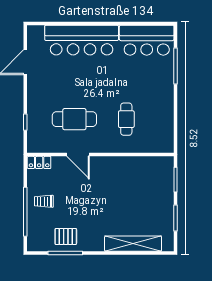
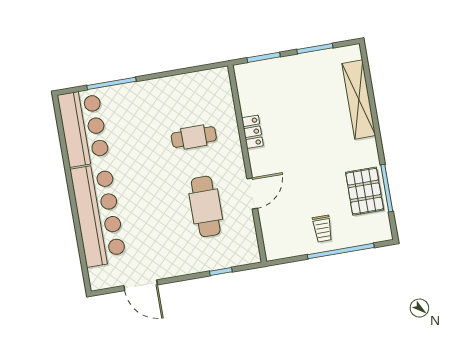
locker: (39, 162) -> (253, 132), moved
pallet: (66, 236) -> (365, 191), width x1.50, depth x1.42

